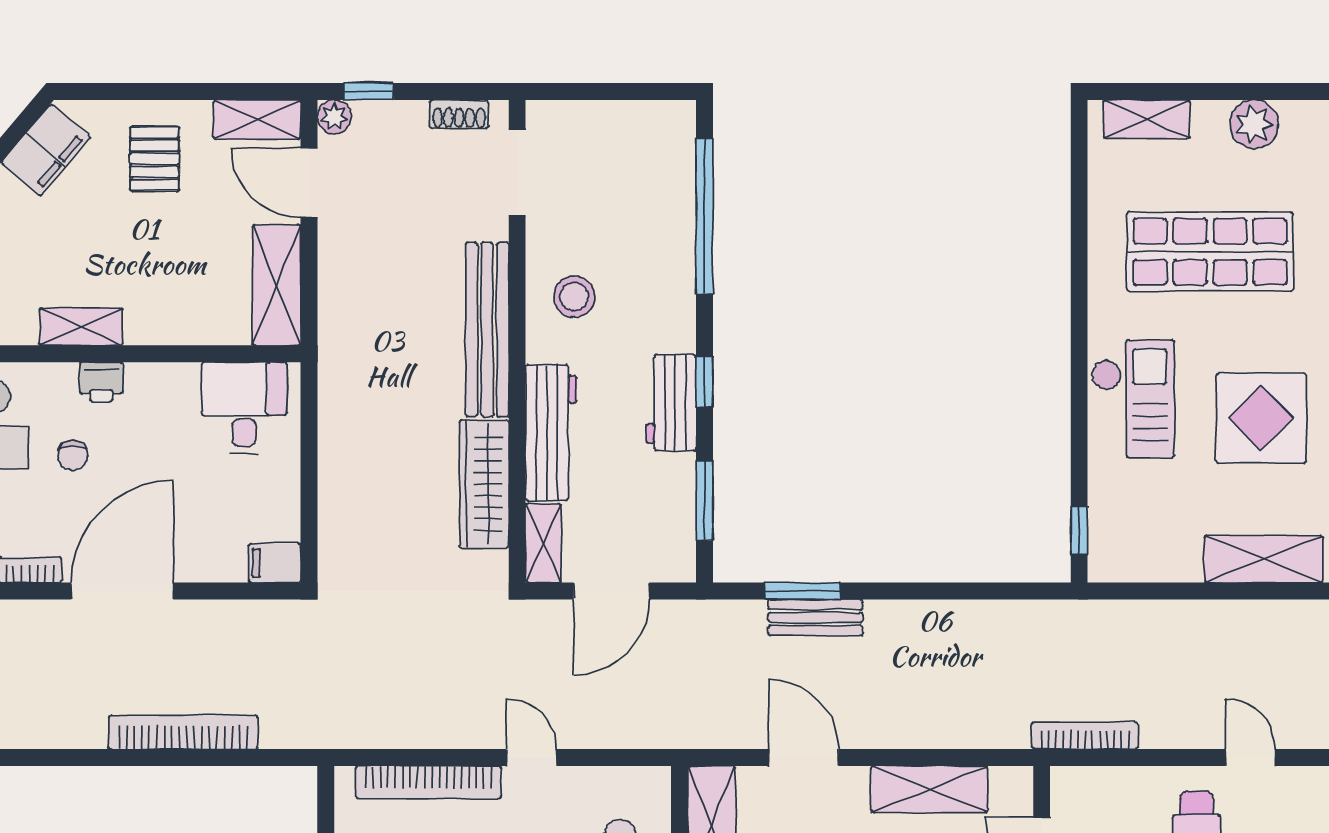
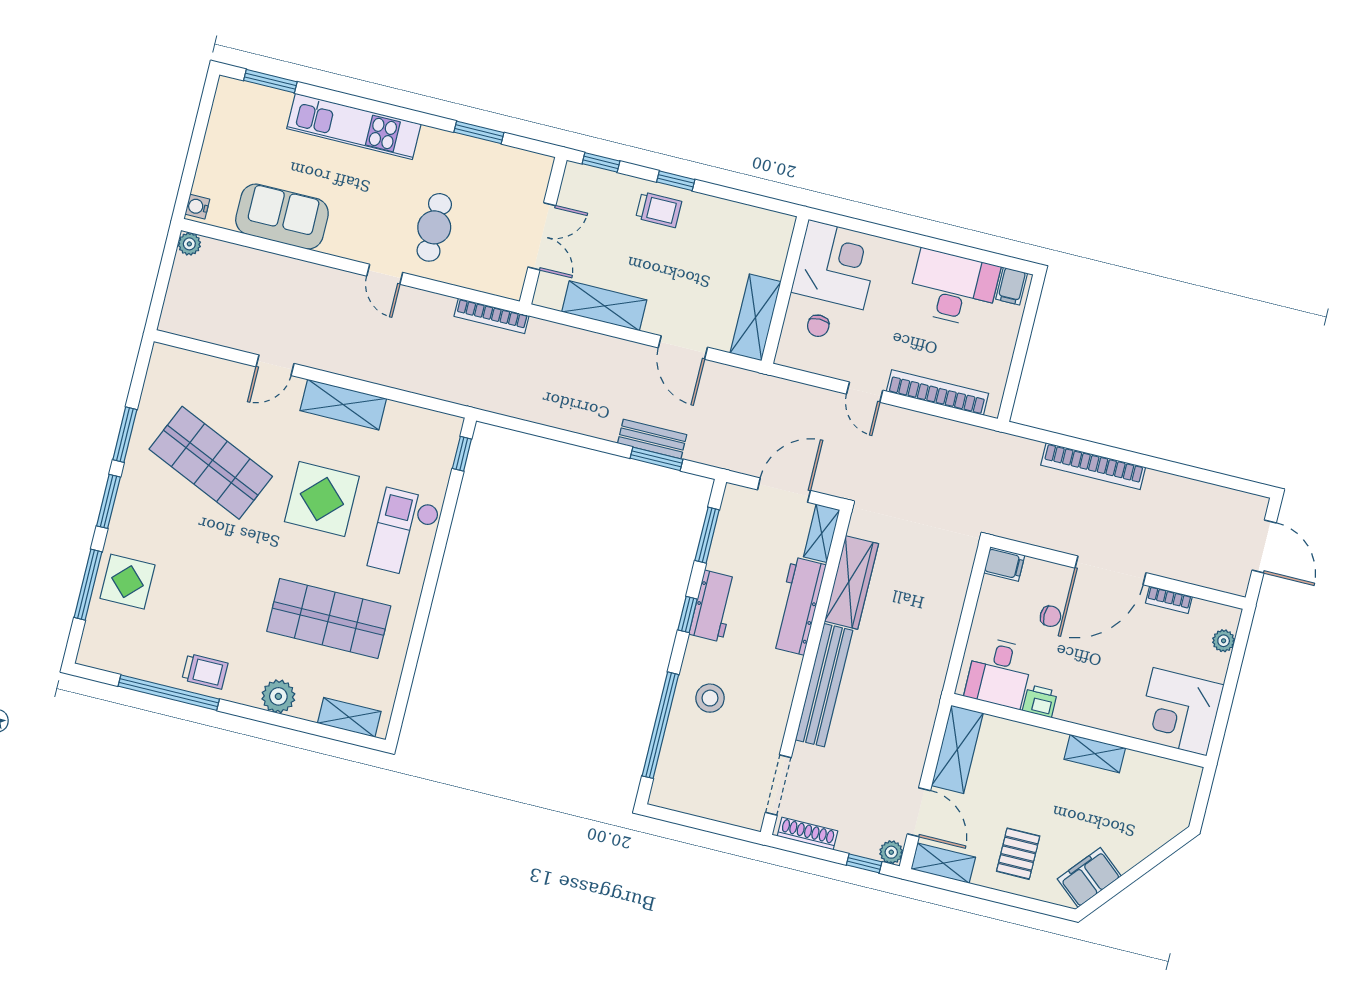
shoe rack: (459, 114) -> (807, 834), width x1.43
stool: (574, 297) -> (710, 698), moved
printer: (101, 382) -> (1040, 701), moved
chair: (73, 456) -> (1050, 616), moved, turned 90

